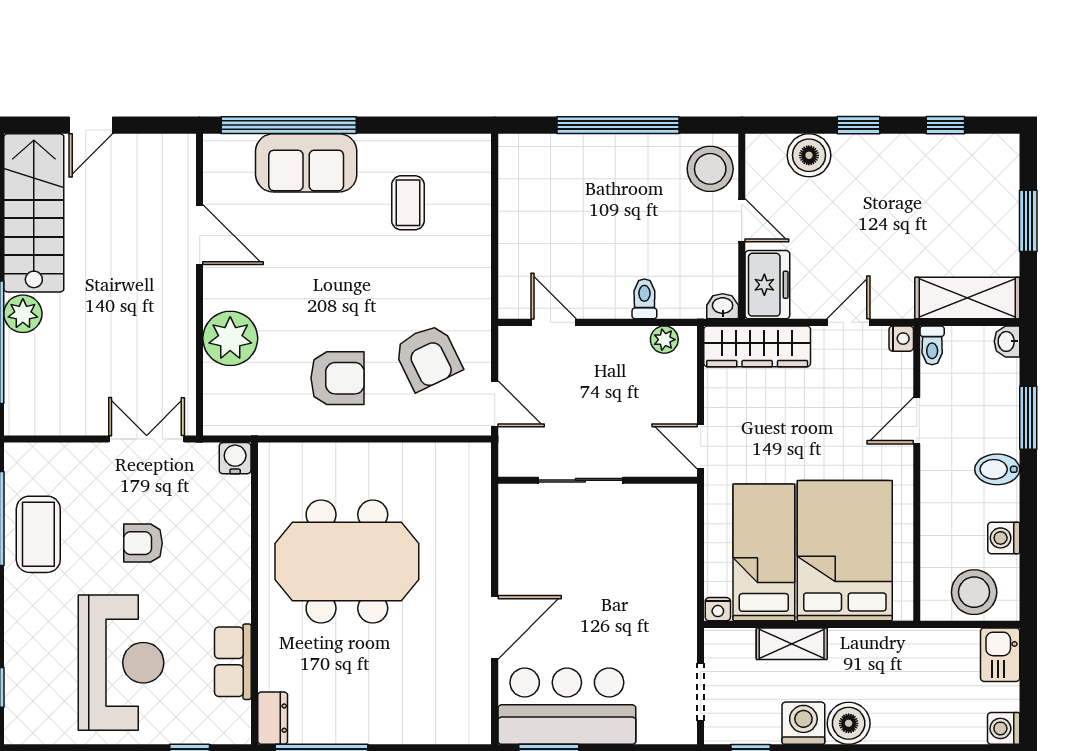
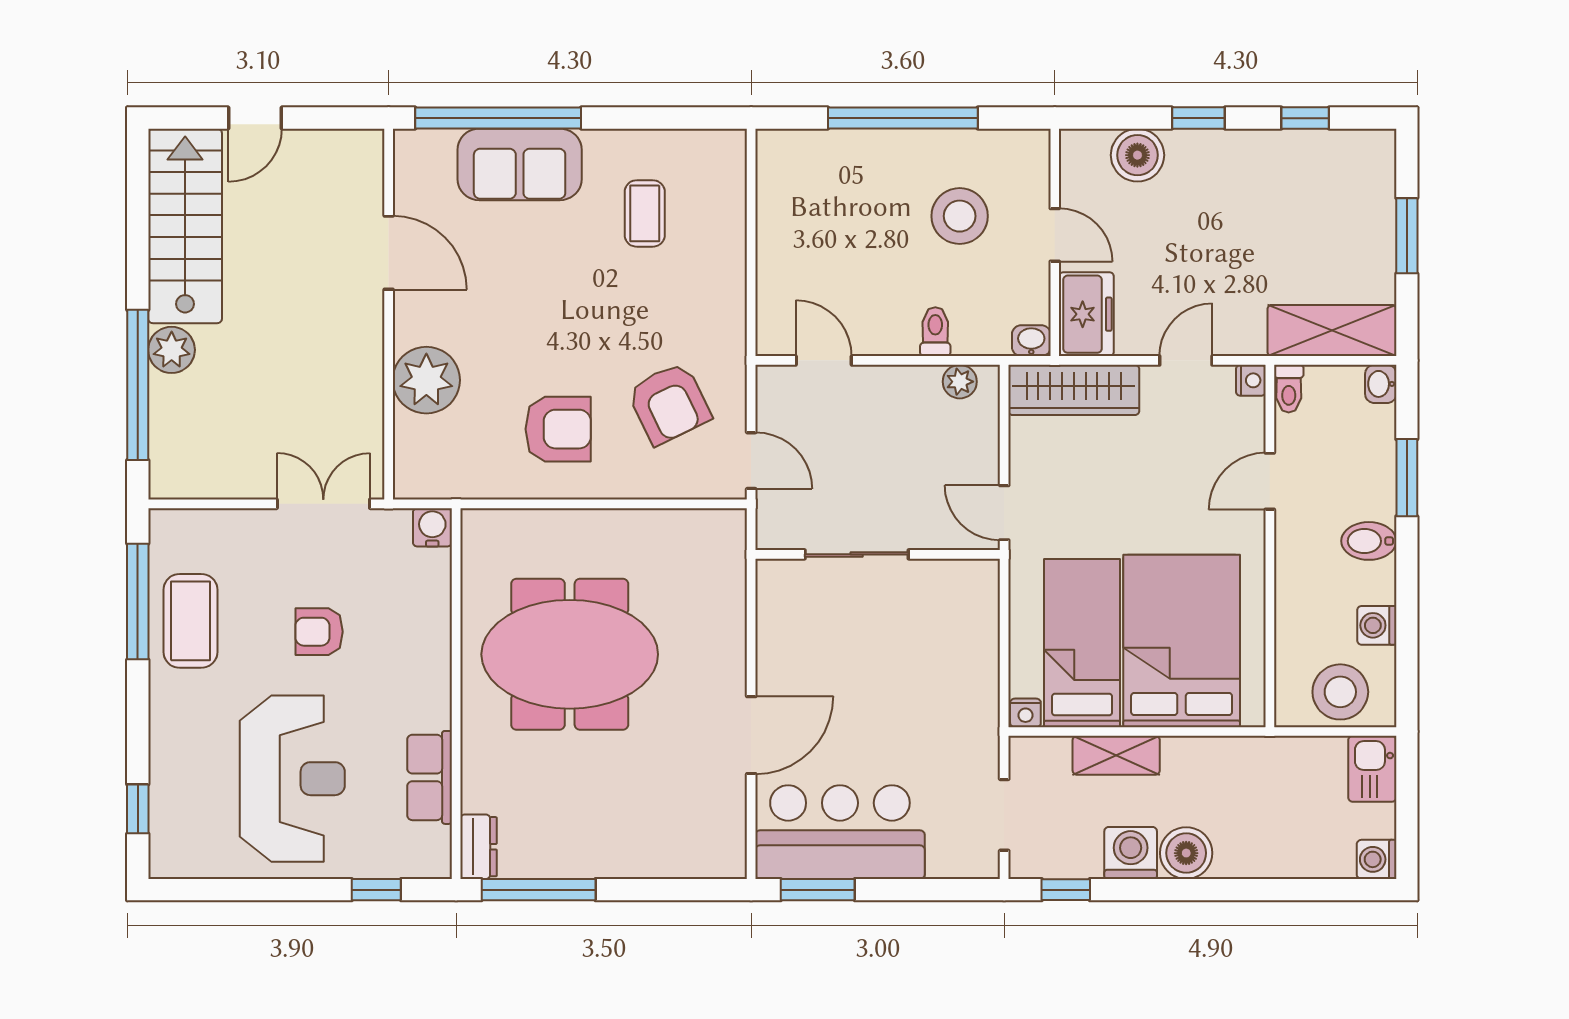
stool: (710, 169) -> (960, 216), moved

